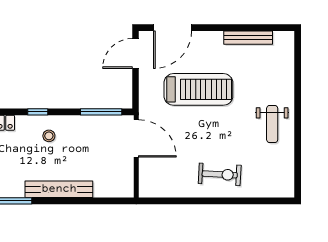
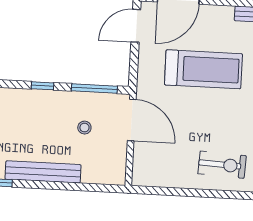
window: (38, 112) -> (42, 86), moved
stool: (49, 136) -> (84, 128), moved

